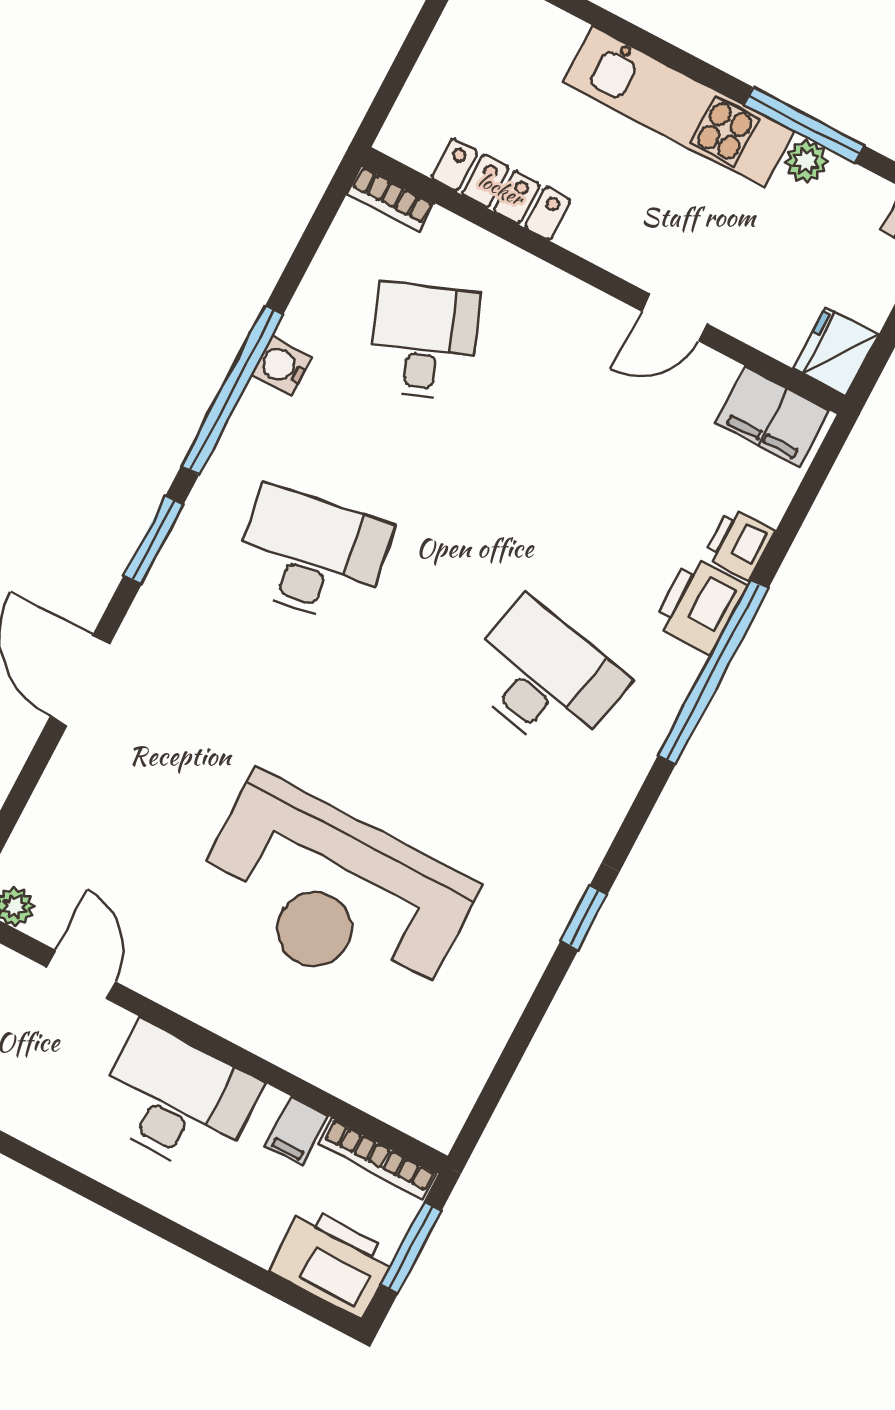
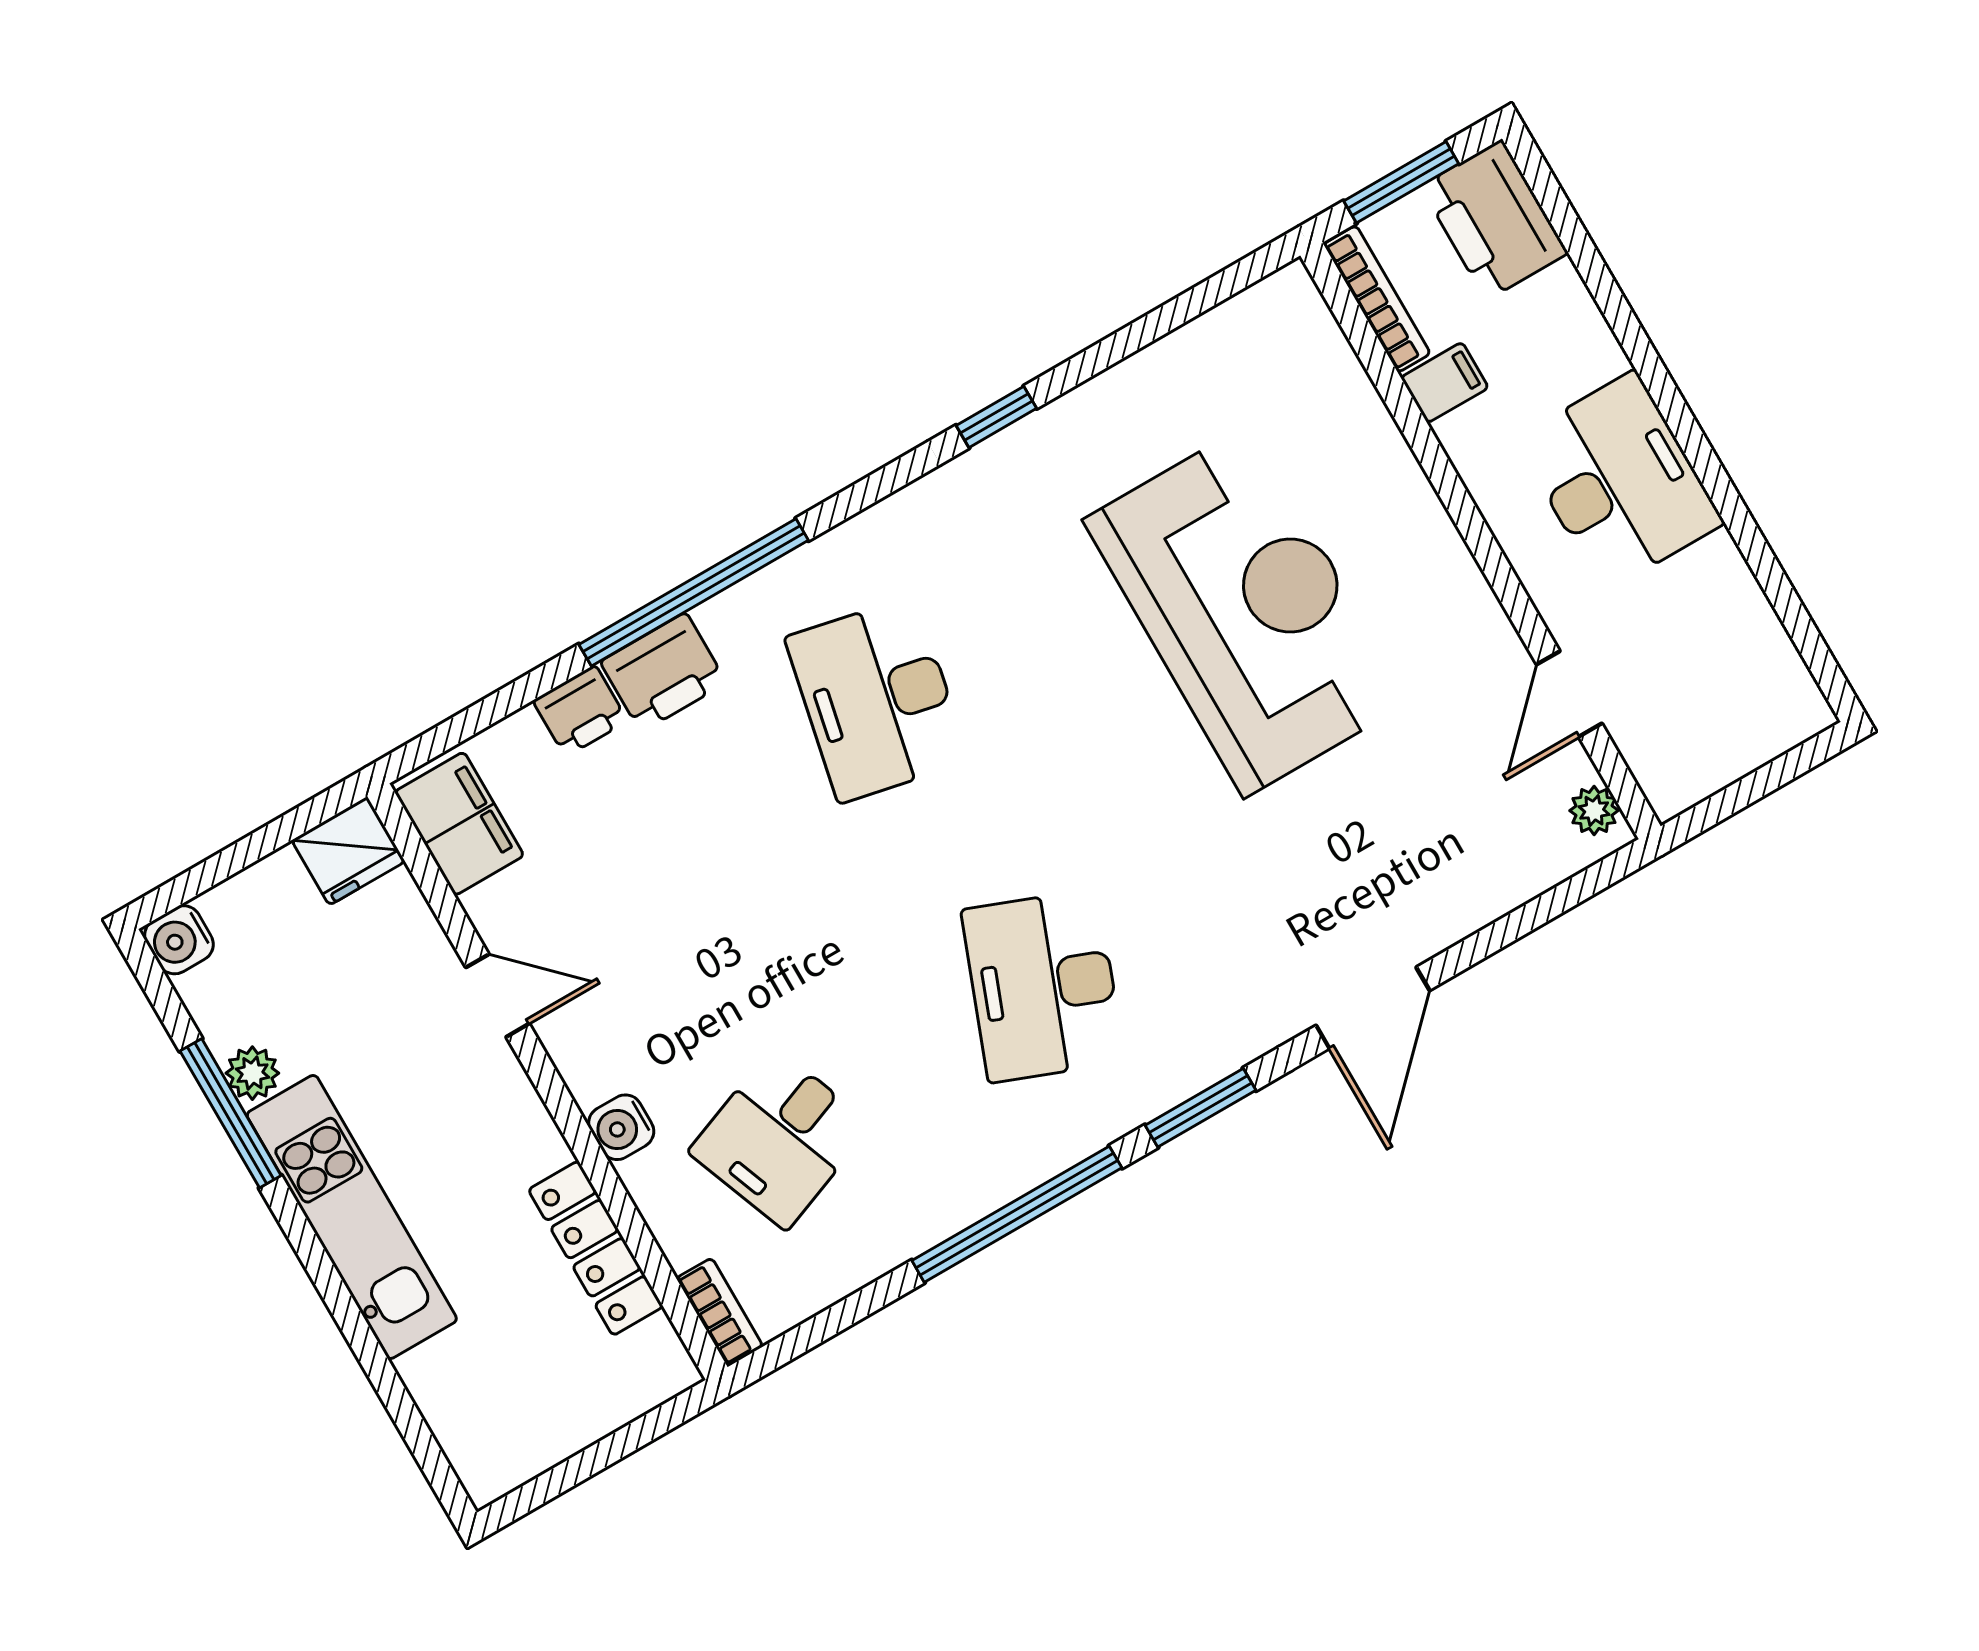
water cooler: (282, 366) -> (621, 1127), moved, turned 90
desk: (311, 555) -> (1043, 986), turned 30
desk: (177, 1099) -> (1619, 481), moved, turned 180

